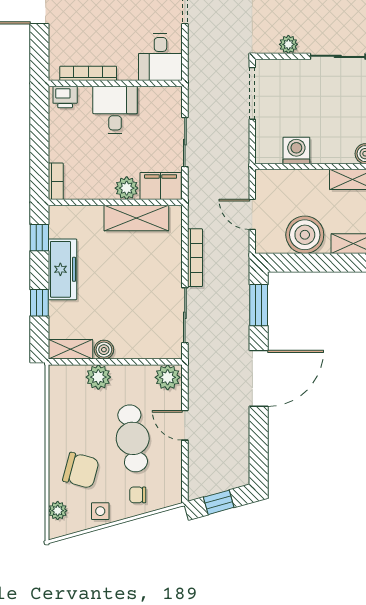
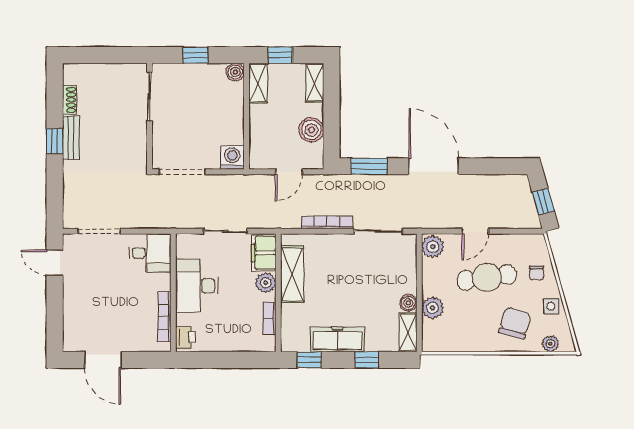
plant: (288, 44) -> (139, 140), removed
desk: (115, 110) -> (197, 286), width x1.37
washing machine: (296, 150) -> (232, 158), moved, turned 90
bookcase: (56, 181) -> (269, 318), moved, turned -90
boiler: (305, 235) -> (311, 130), width x0.73, depth x0.73

